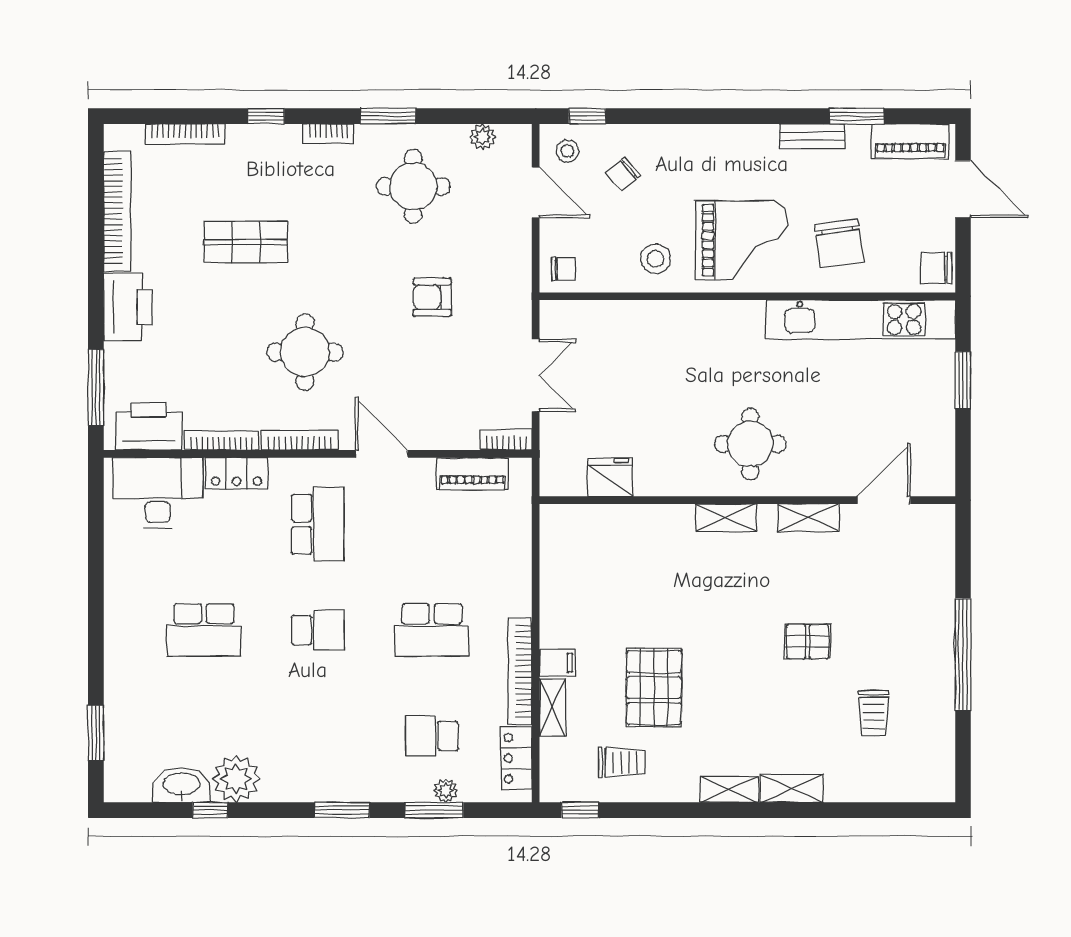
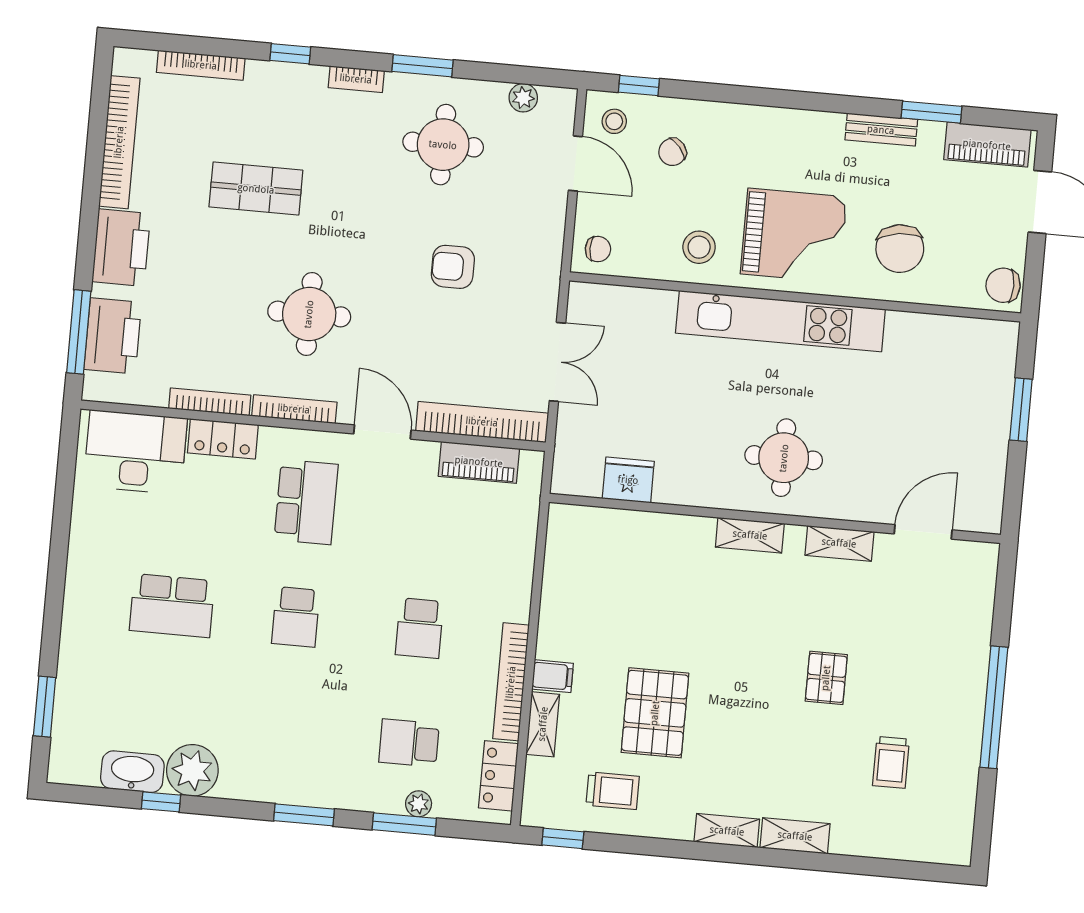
kitchen unit: (860, 320) -> (780, 321), moved
printer: (149, 426) -> (113, 336), moved, turned 90
bookcase: (506, 440) -> (482, 422), width x2.31, depth x1.31
school desk: (318, 630) -> (296, 617), turned 90
school desk: (432, 630) -> (419, 628), width x0.54
pallet: (807, 642) -> (826, 678), turned 90

